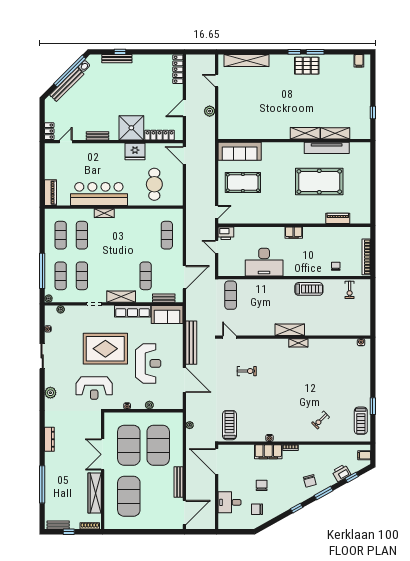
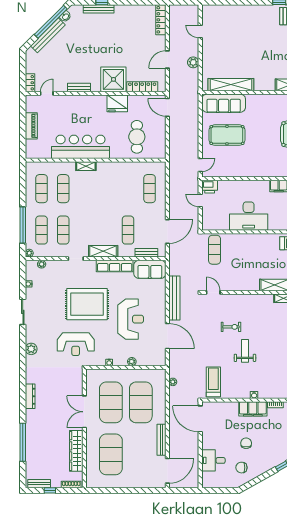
shelving: (246, 60) -> (231, 85), moved
piano: (50, 193) -> (31, 126), moved
weight bench: (261, 395) -> (245, 351), added

